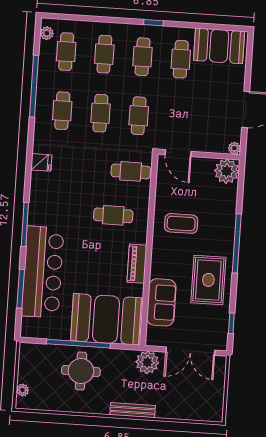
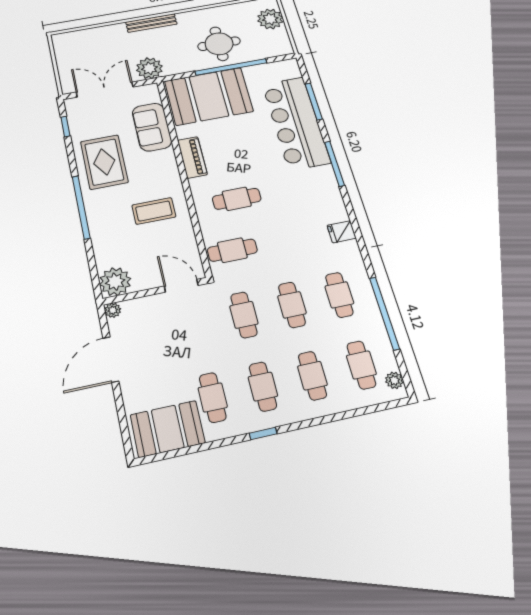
plant: (23, 390) -> (270, 19), width x1.88, depth x1.88

